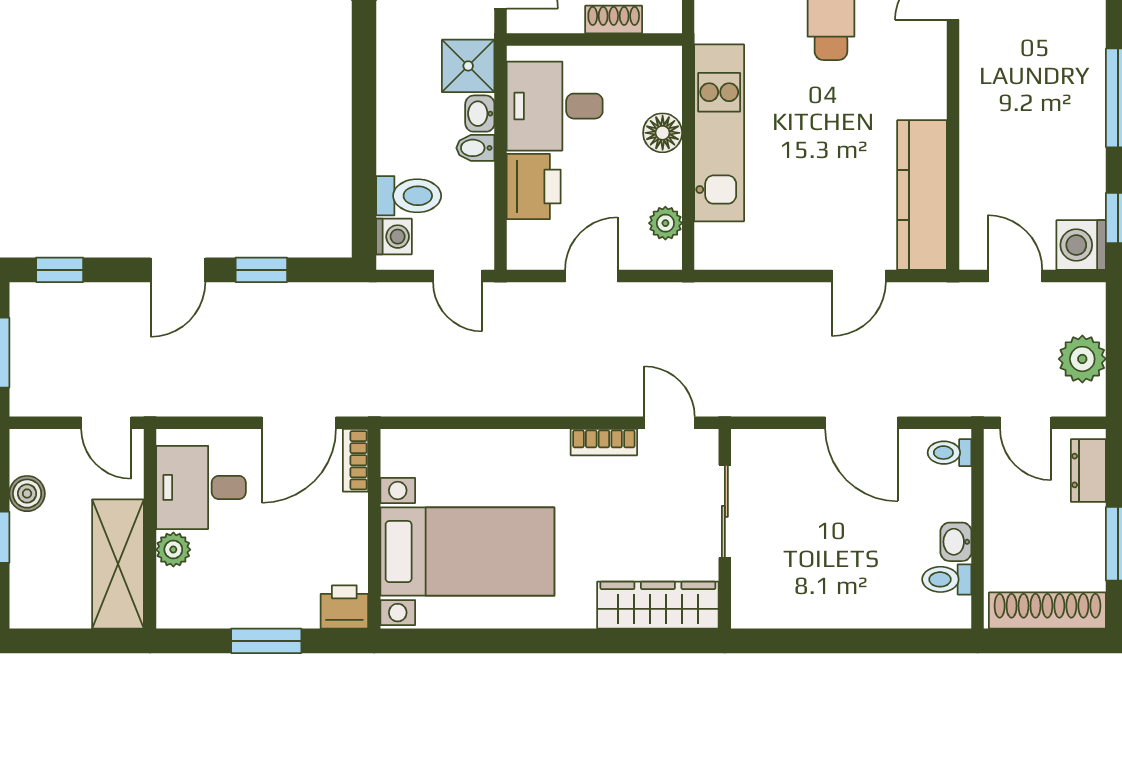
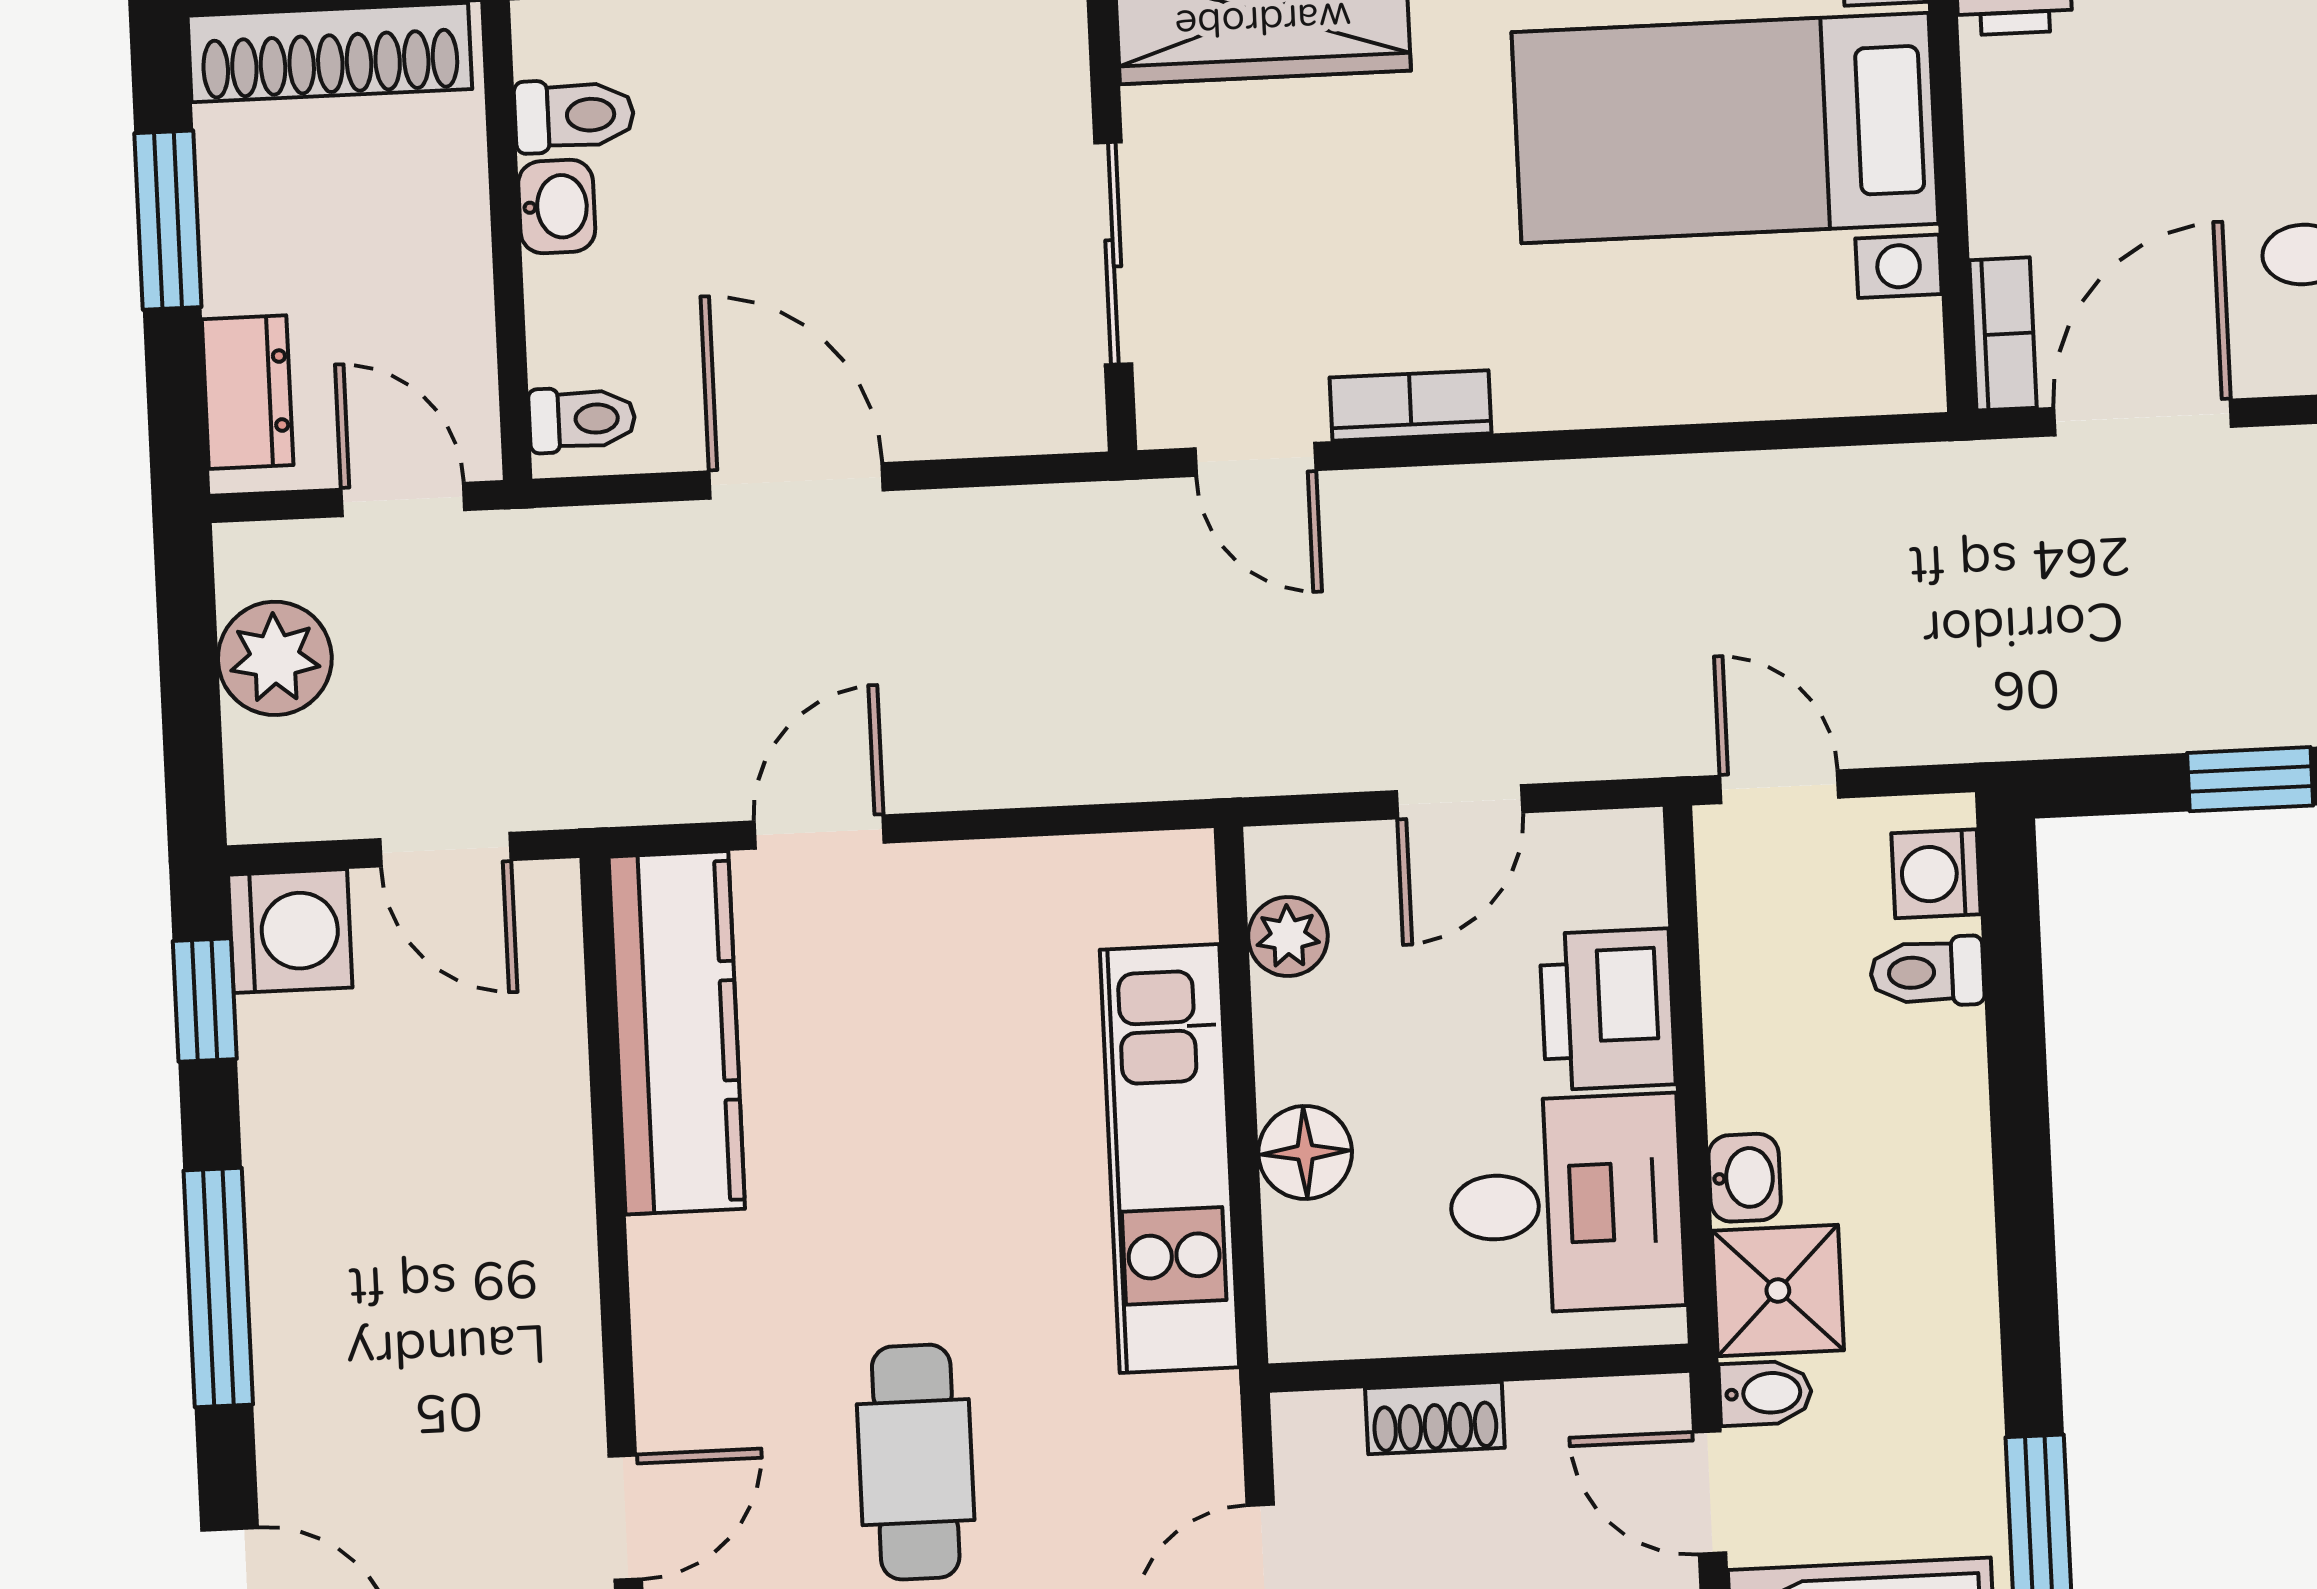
bidet: (475, 148) -> (1765, 1393), moved
toilet: (409, 196) -> (1927, 972), width x0.73, depth x0.72

